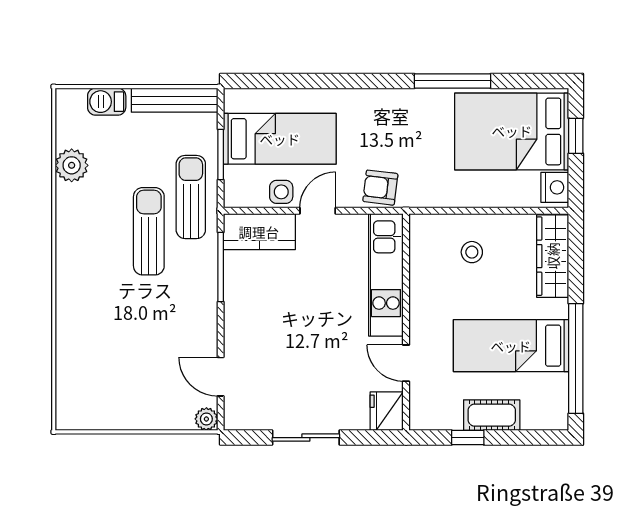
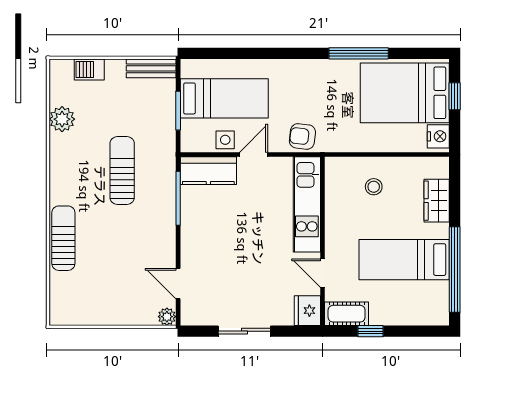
bench: (175, 100) -> (151, 68), width x0.73
sun lounger: (191, 197) -> (63, 238), moved
wardrobe: (553, 256) -> (437, 201), width x0.67
cot: (492, 415) -> (347, 314), moved

